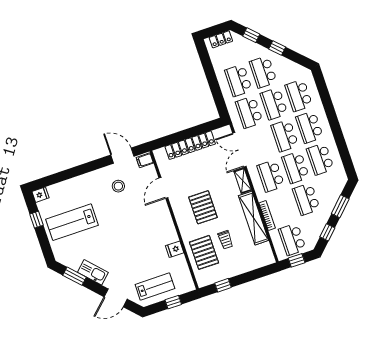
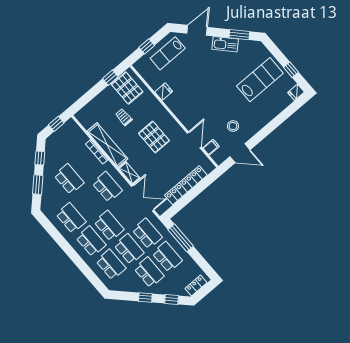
window: (217, 94) -> (181, 238), added
filing cabinet: (145, 160) -> (211, 147), moved
school desk: (296, 167) -> (89, 202), removed
school desk: (292, 239) -> (67, 140), removed
pallet: (204, 252) -> (127, 88), moved

